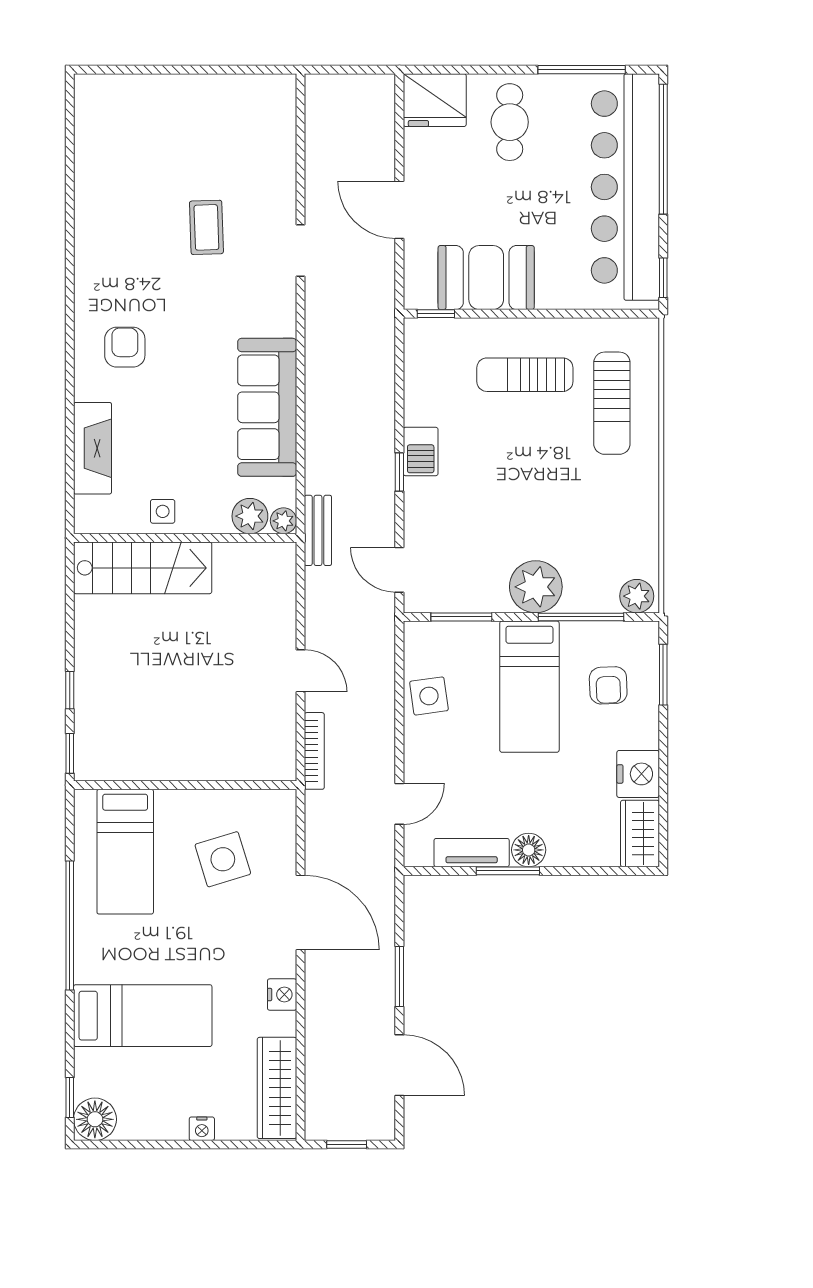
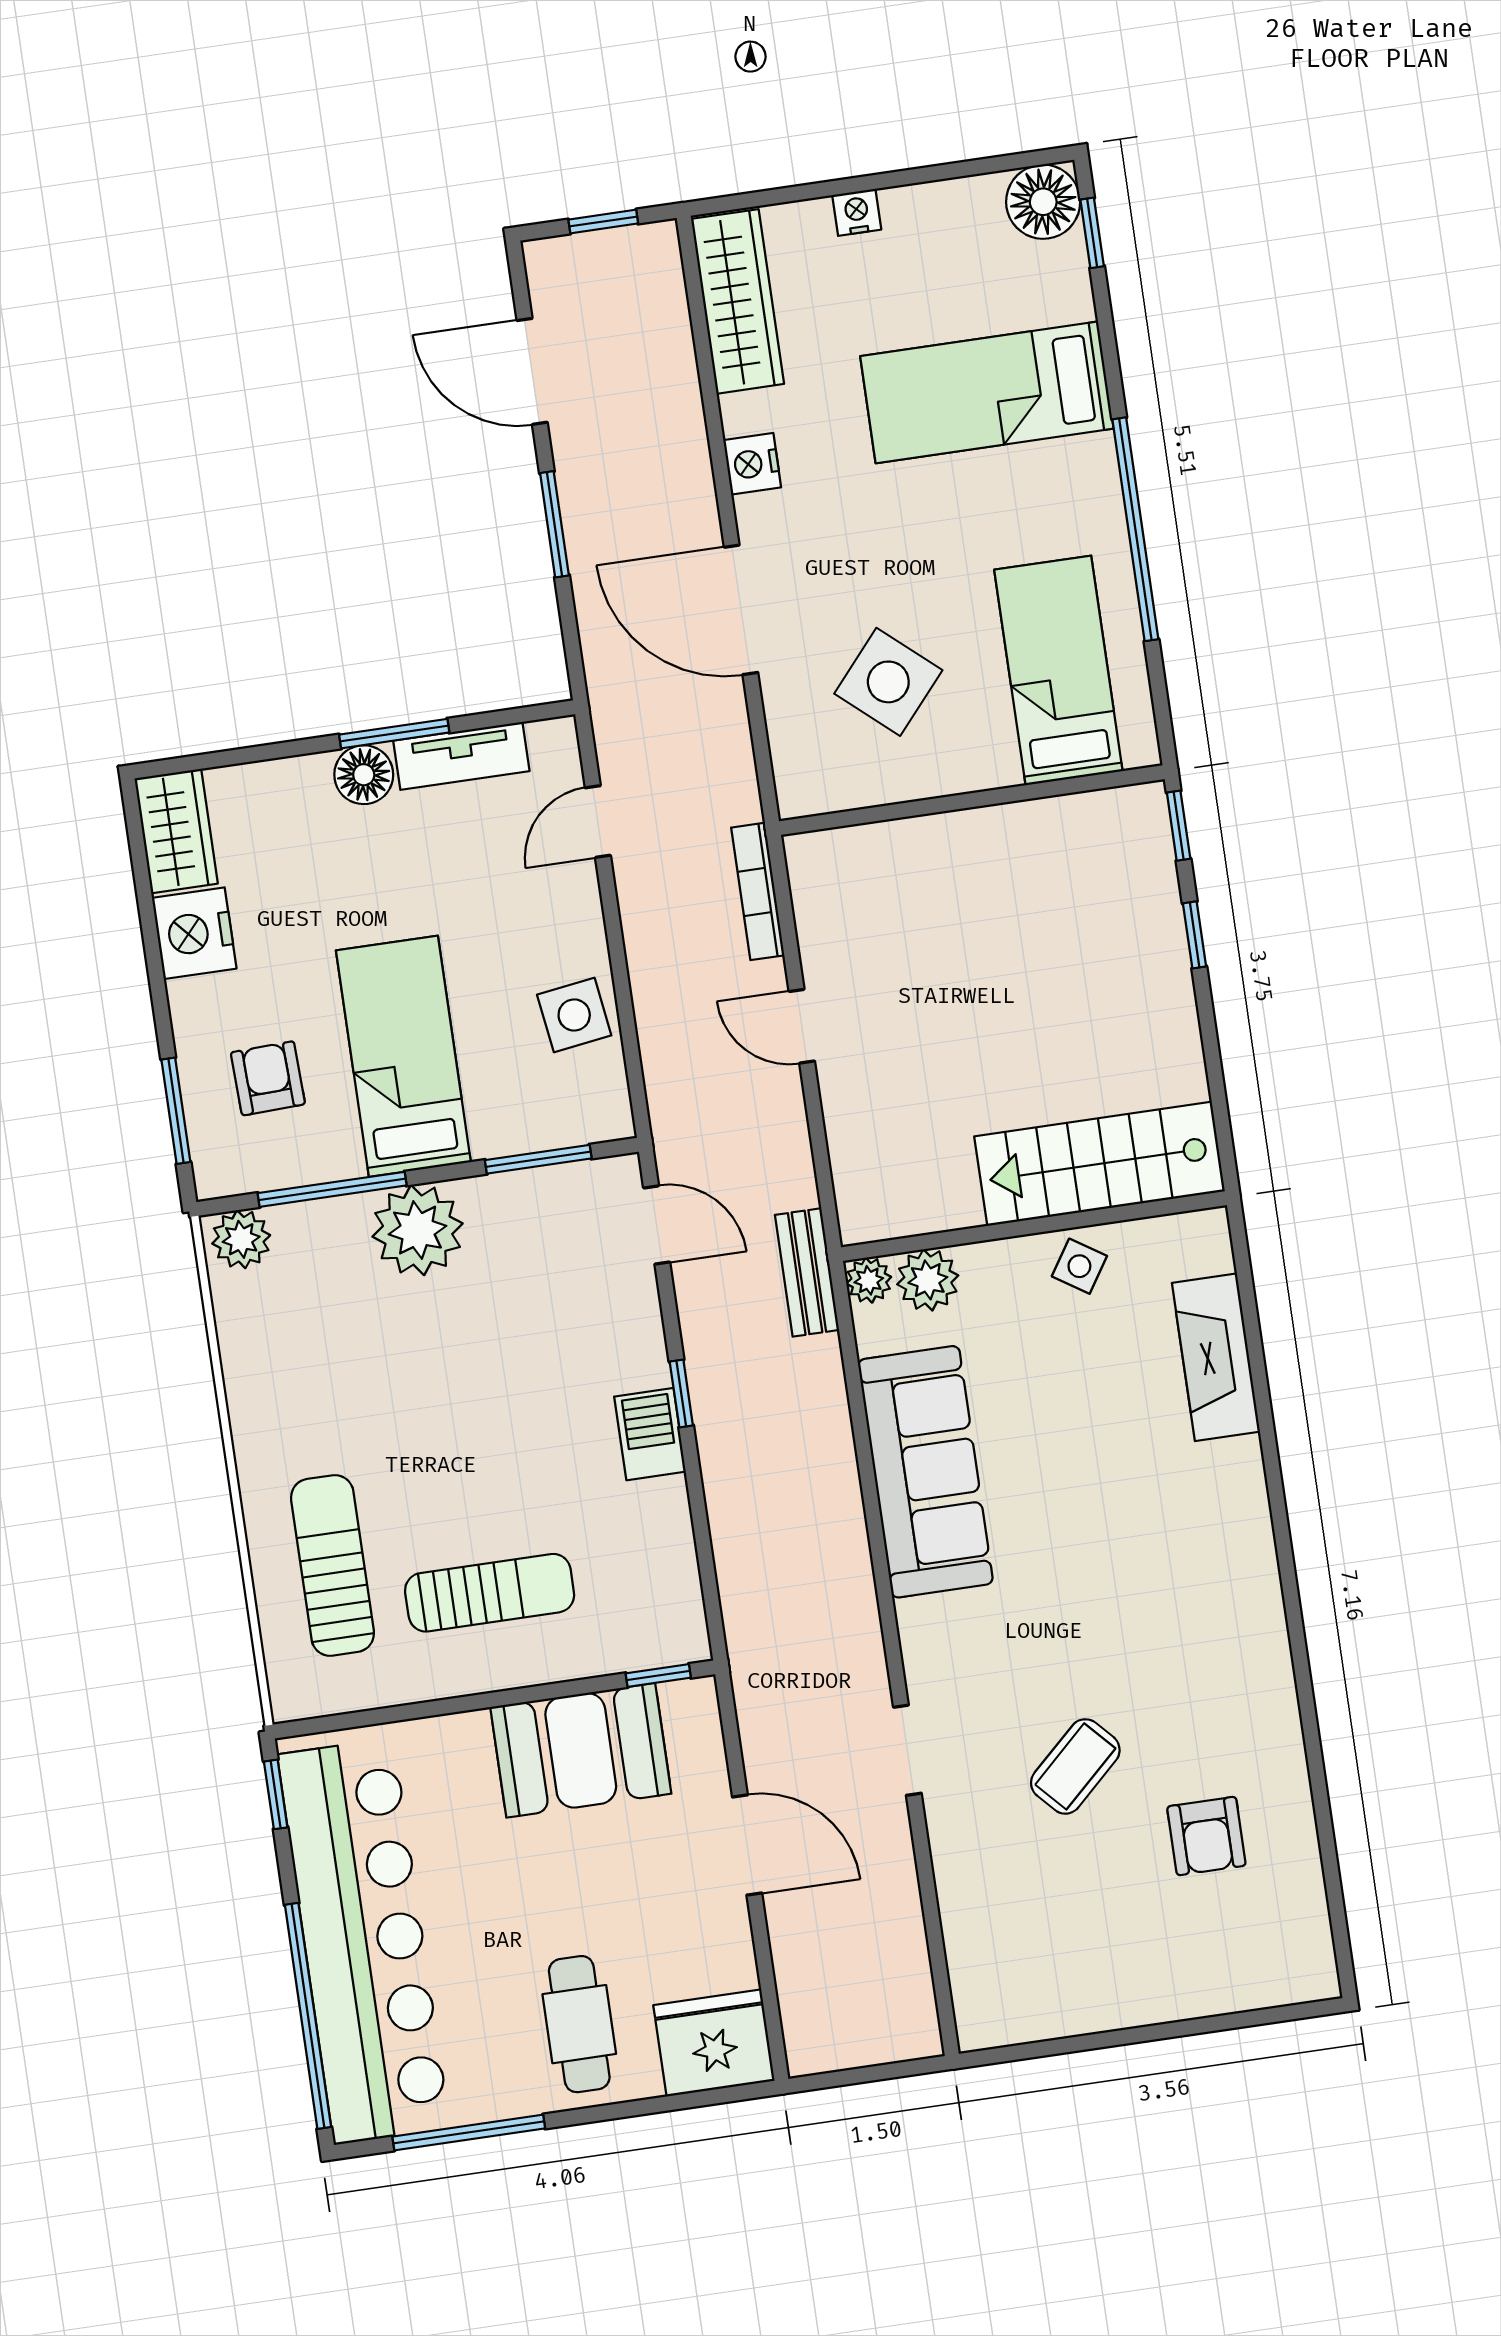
coffee table: (206, 227) -> (1075, 1766), turned 49
armchair: (125, 347) -> (1206, 1836), moved
side table: (163, 511) -> (1079, 1266), turned 33
side table: (223, 859) -> (888, 682), turned -32

